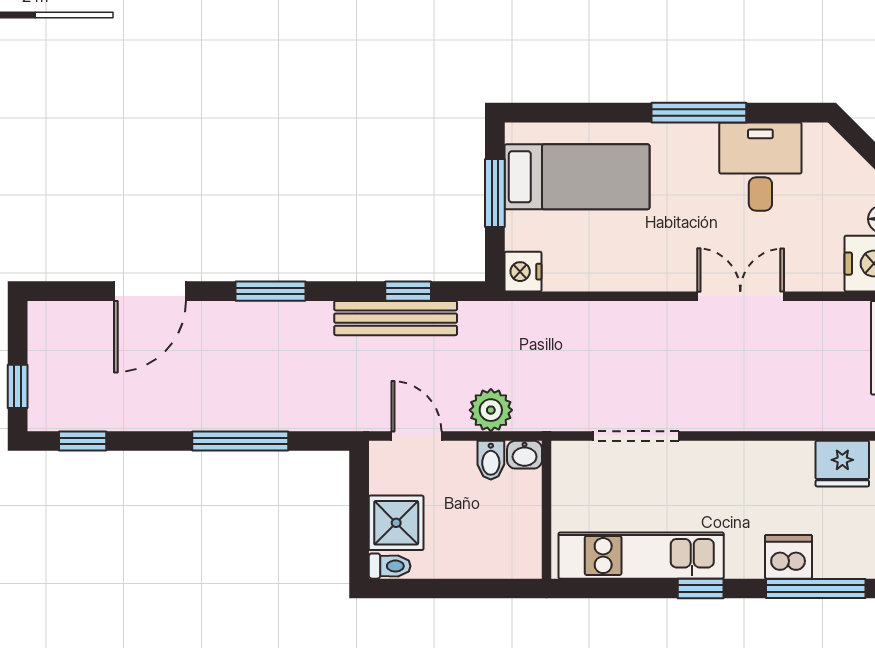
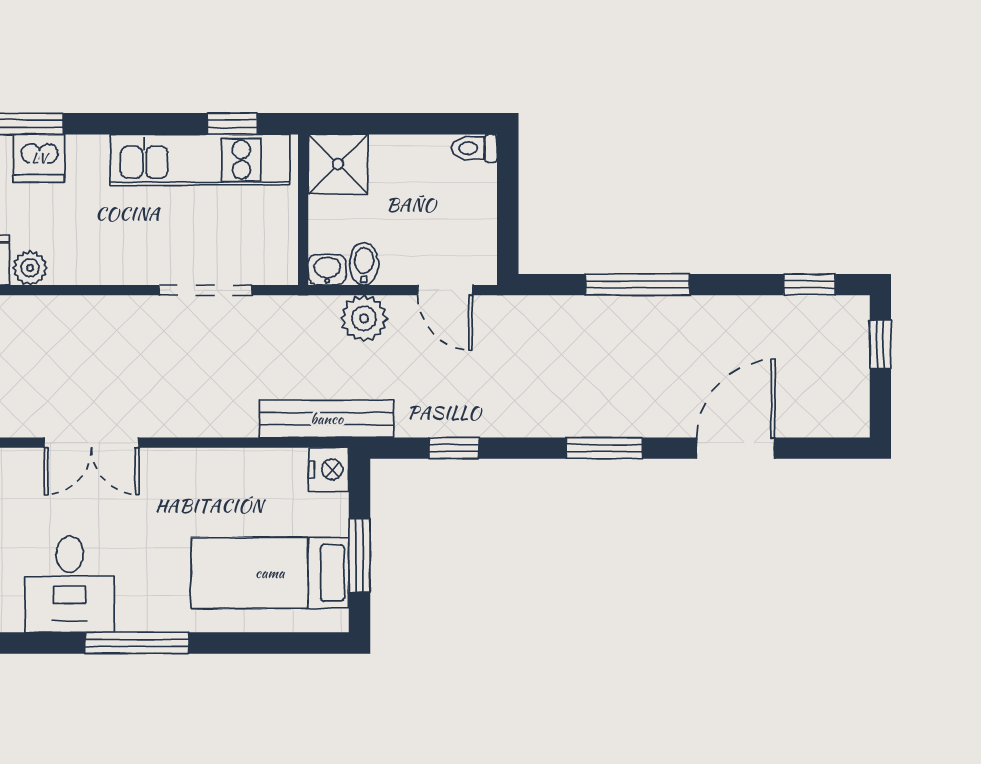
bench: (396, 318) -> (327, 419), moved
plant: (797, 456) -> (30, 268), added
shower: (396, 523) -> (338, 164), moved
window: (701, 588) -> (232, 124), moved

